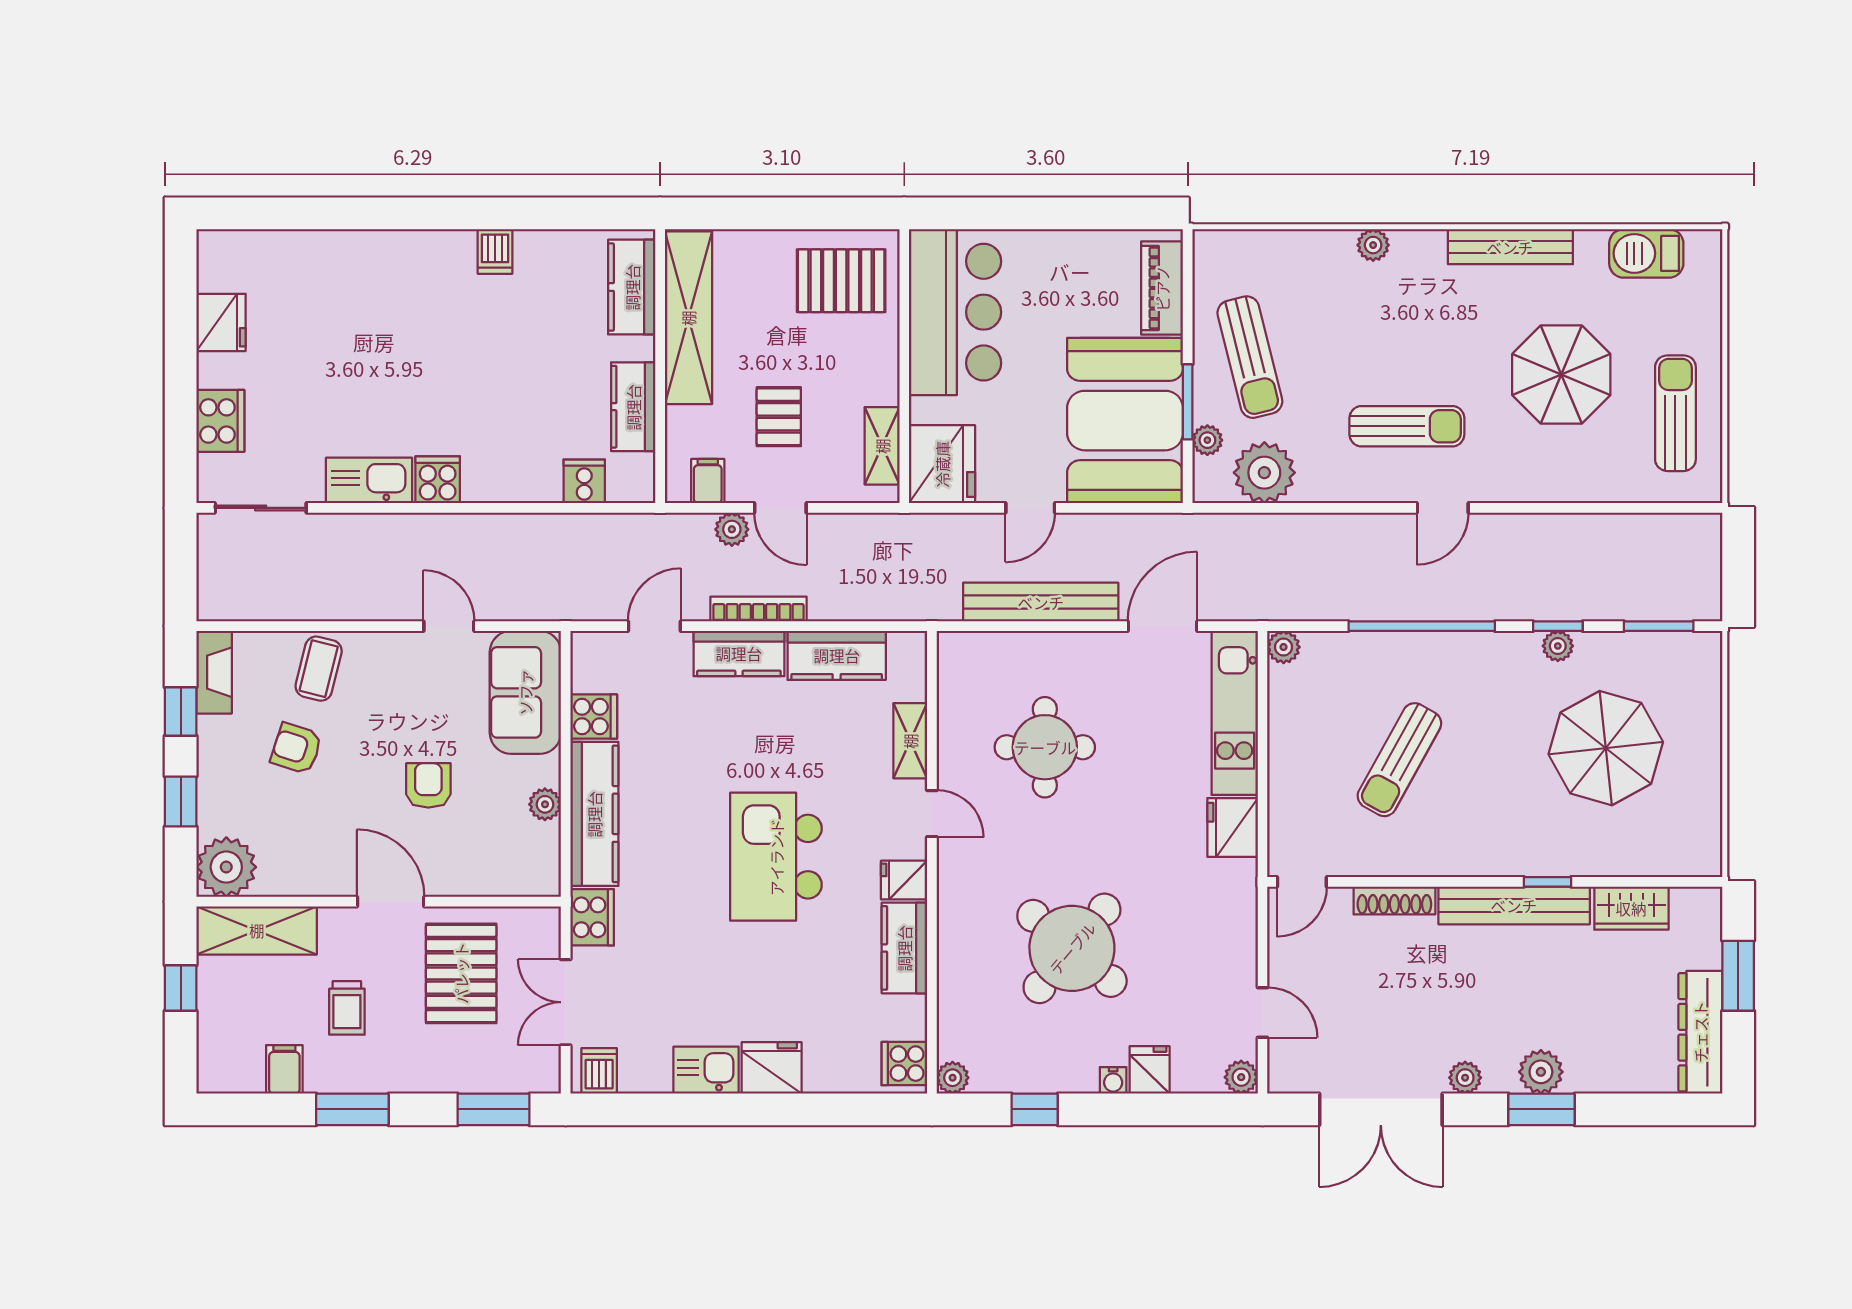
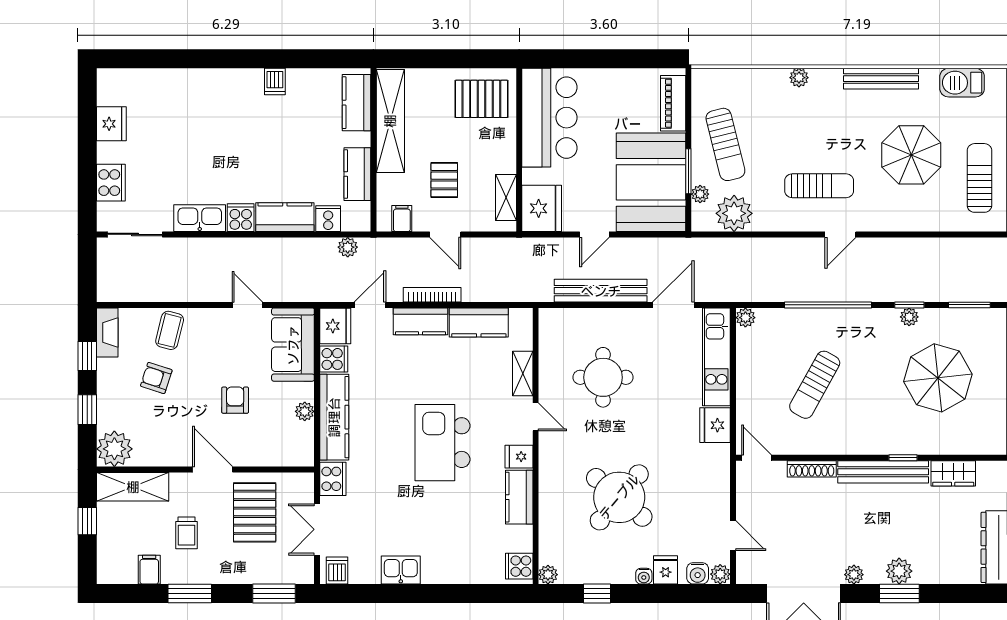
kitchen counter: (512, 479) -> (285, 217), added
plant: (732, 529) -> (348, 247), moved
door: (1302, 882) -> (756, 458), swing flipped
fridge: (772, 1068) -> (335, 326), moved, turned 90
water cooler: (1203, 1076) -> (698, 573), added

